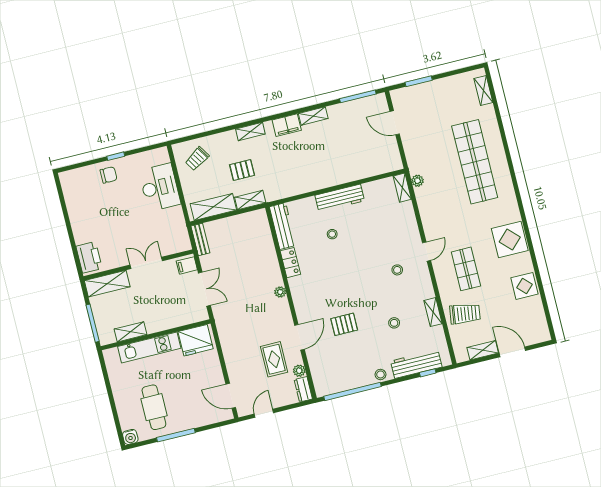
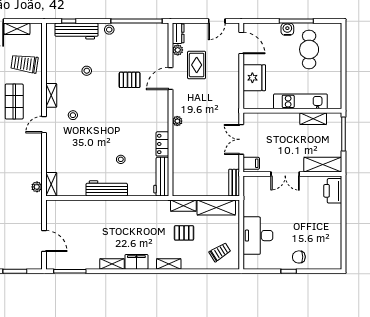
shelving: (433, 312) -> (51, 95), moved
fridge: (196, 340) -> (254, 78), moved, turned 90
water cooler: (130, 437) -> (287, 29), moved

